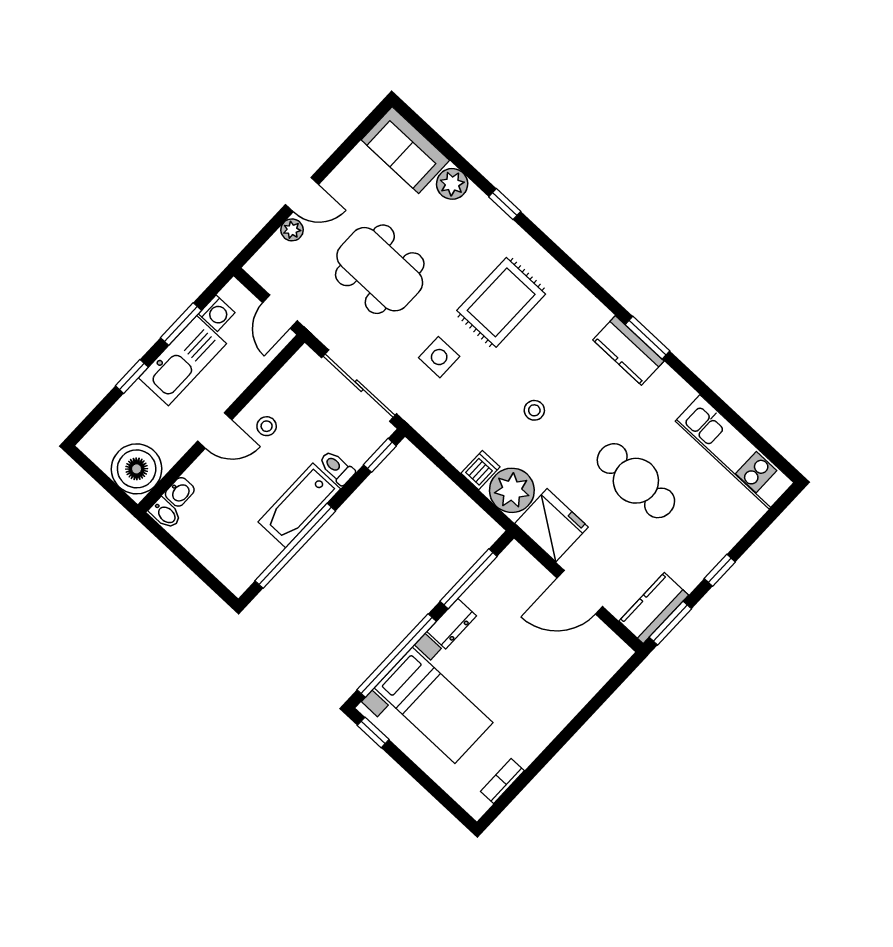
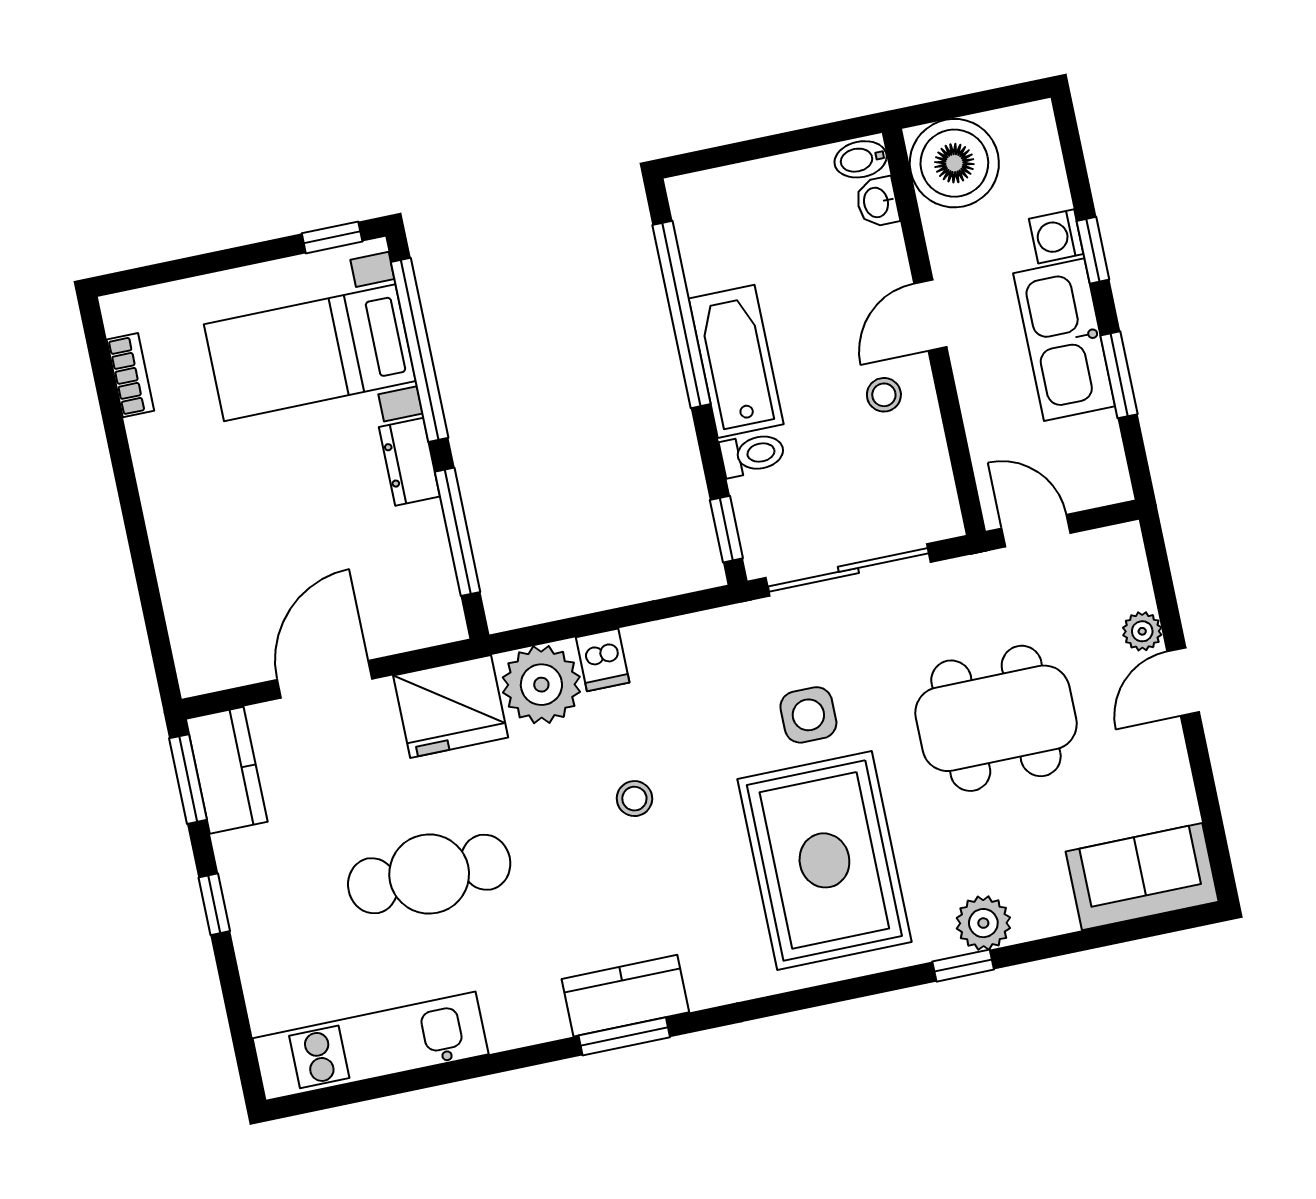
plant: (452, 184) -> (983, 923), moved
rug: (501, 302) -> (824, 860), width x1.37, depth x1.44
washing machine: (217, 313) -> (1056, 236), moved

